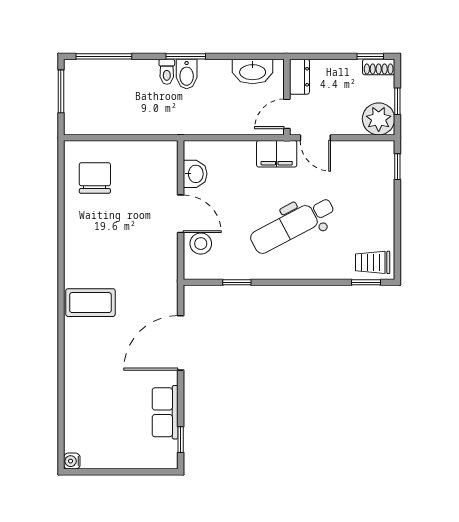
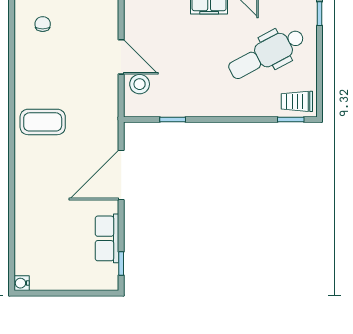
washbasin: (195, 174) -> (134, 20), removed
chair: (95, 178) -> (43, 24), width x0.54, depth x0.54
dental chair: (292, 225) -> (266, 54), moved
coffee table: (90, 303) -> (43, 122), moved

